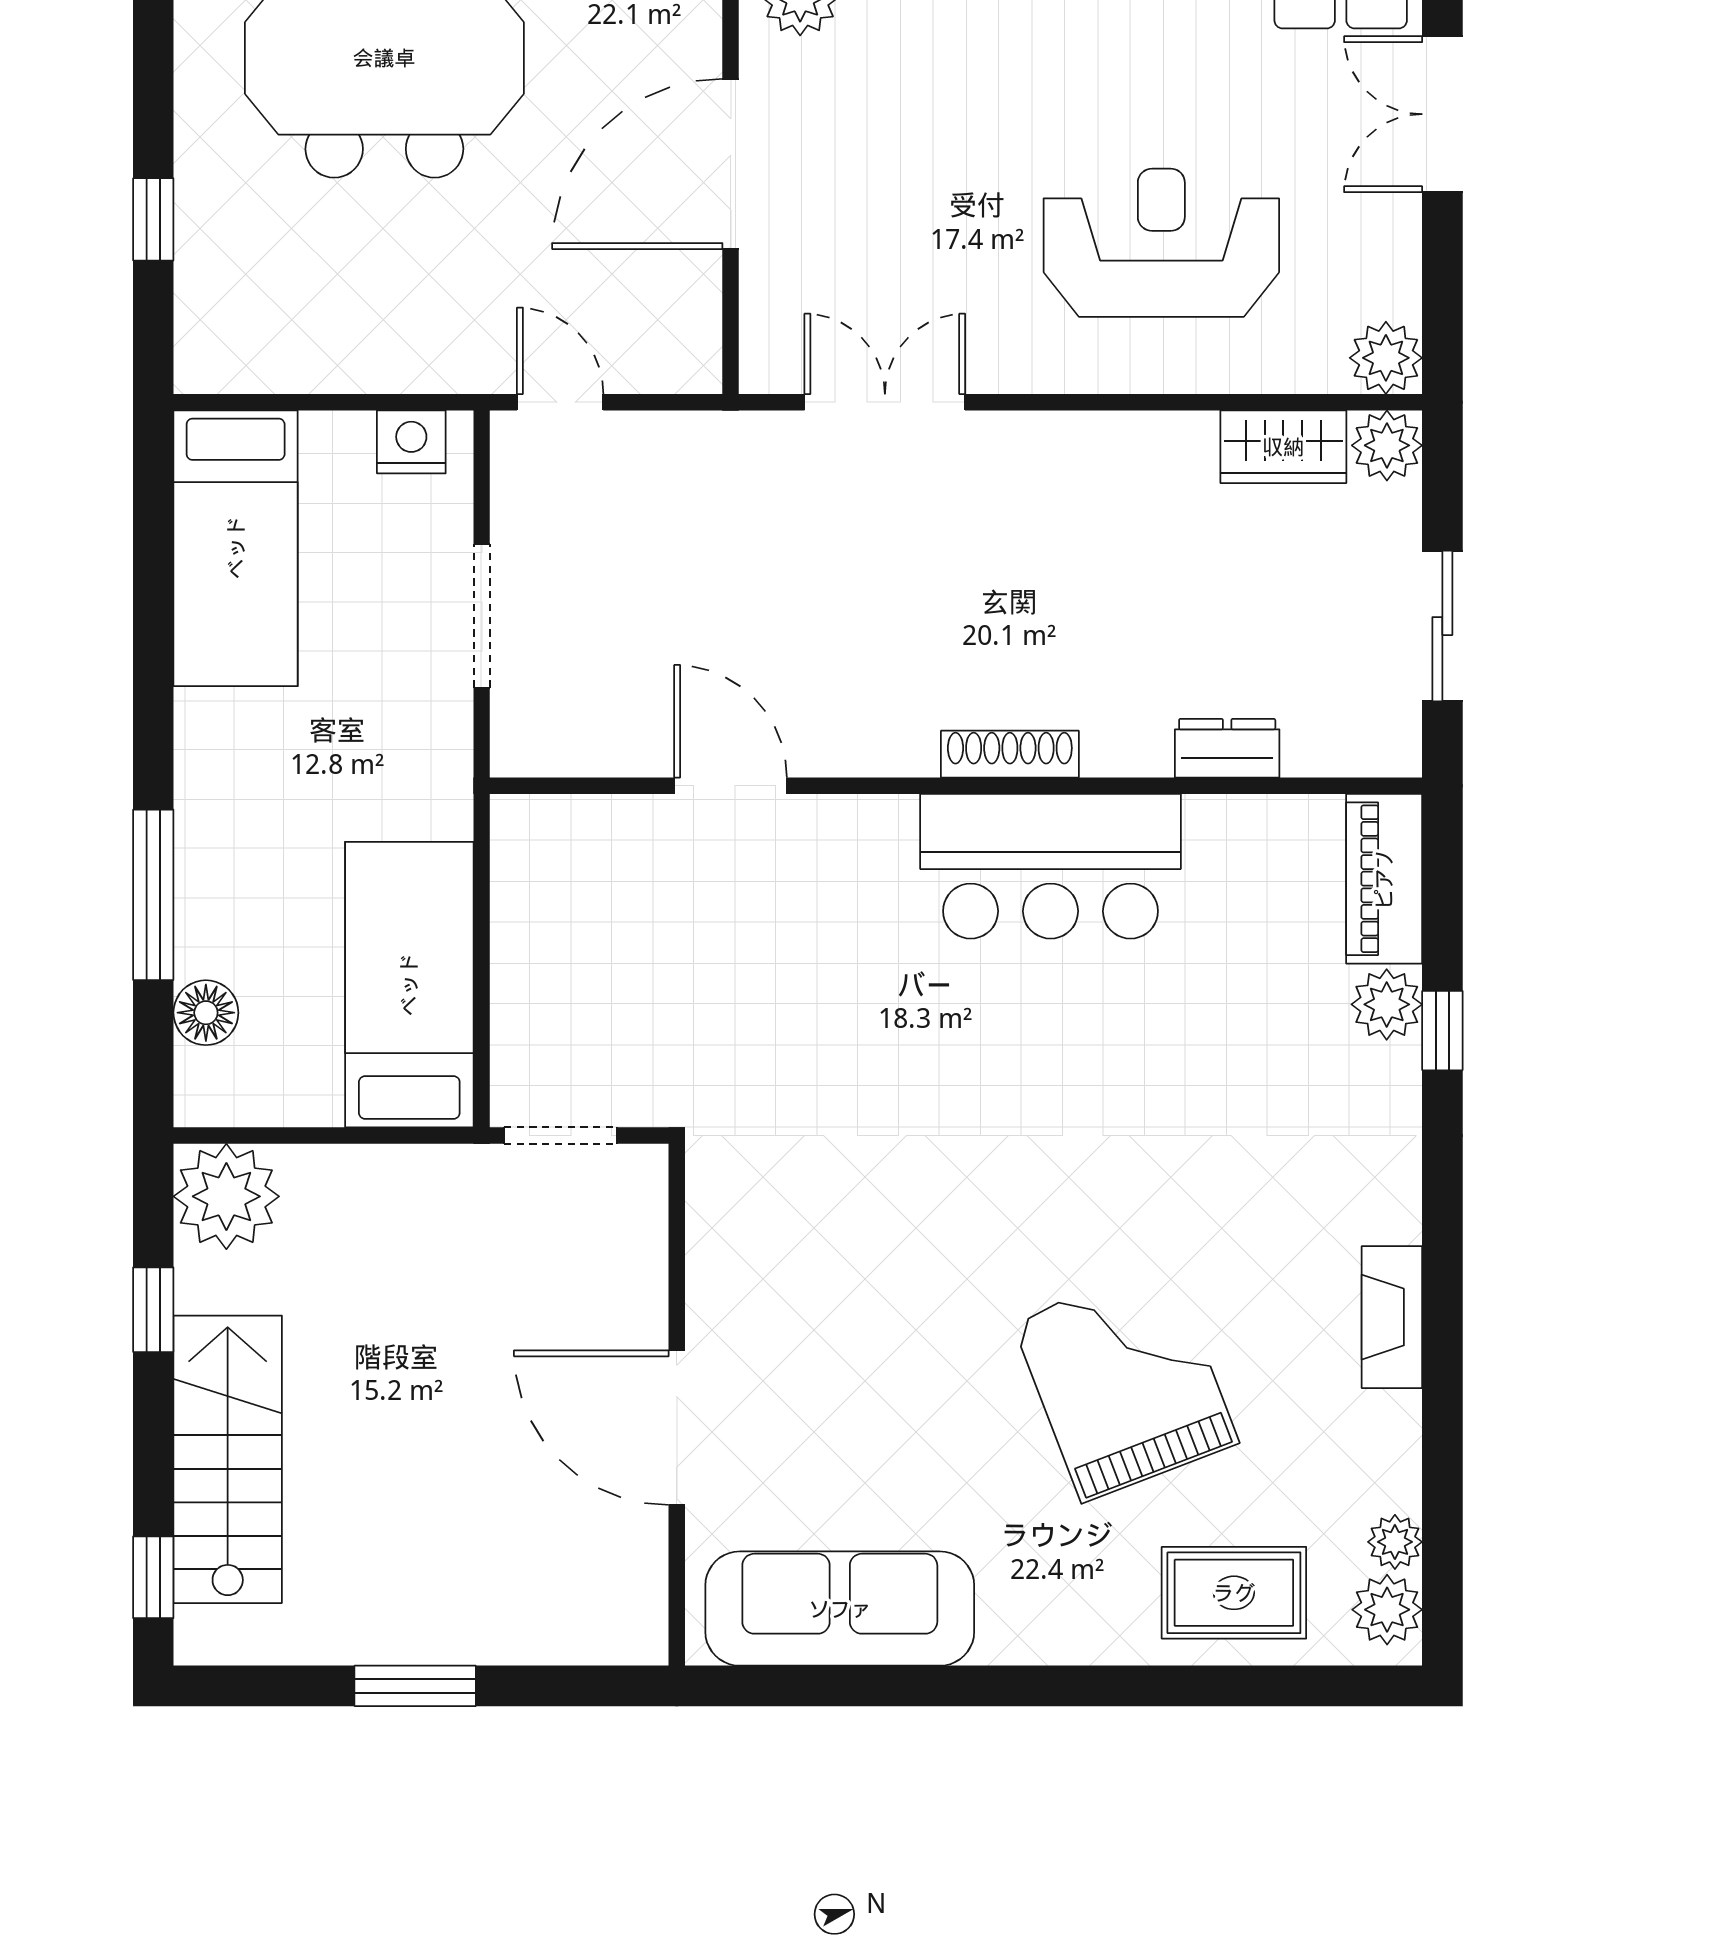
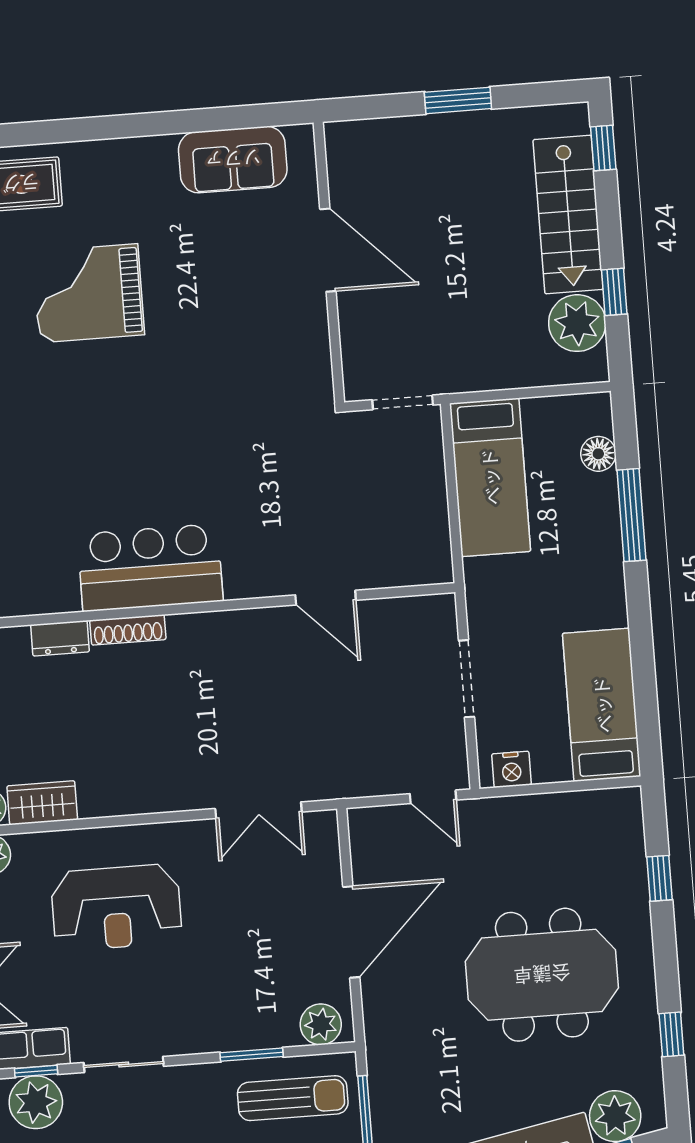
shoe rack: (1010, 754) -> (128, 630), moved
plant: (226, 1196) -> (577, 323), moved
grand piano: (1125, 1382) -> (88, 293), turned 111
sofa: (840, 1609) -> (233, 160), width x0.73

